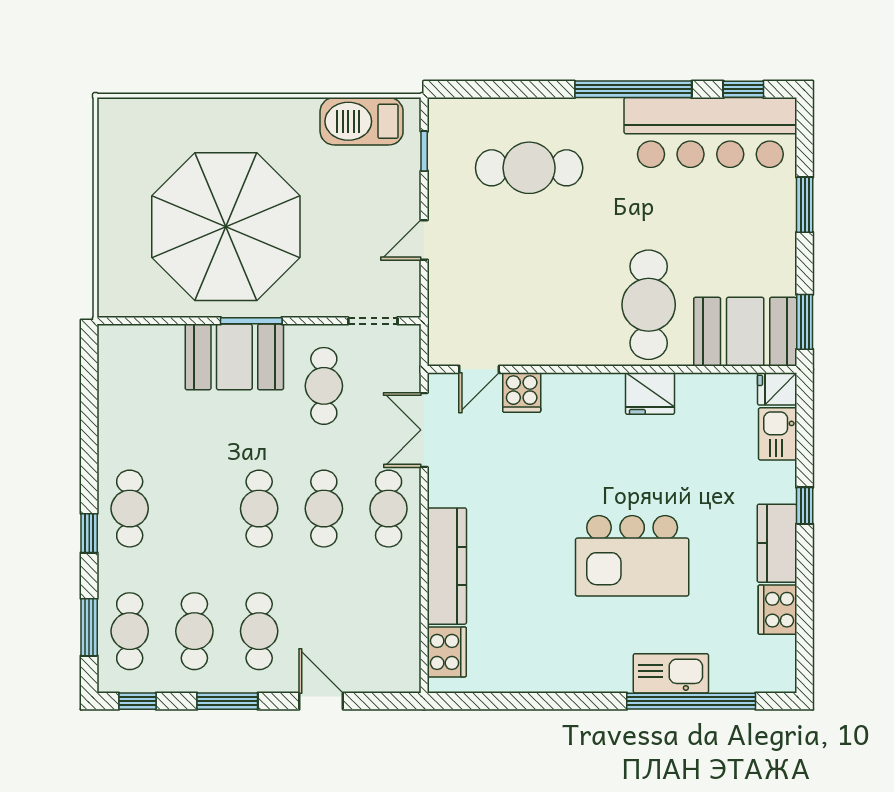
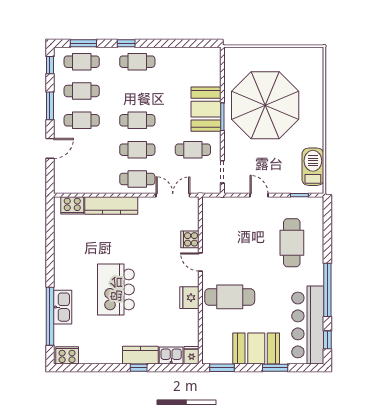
booth: (745, 332) -> (256, 348), moved, turned 90
door: (479, 369) -> (200, 262), moved
kitchen counter: (777, 543) -> (140, 355), moved
cooker: (777, 610) -> (67, 355), moved

